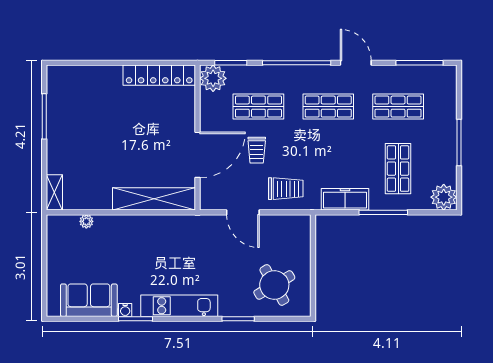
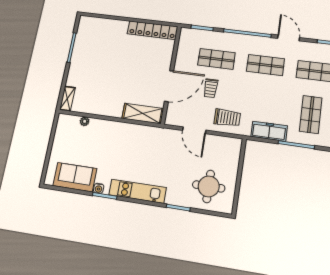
plant: (213, 78) -> (188, 37), removed
shelving: (154, 199) -> (143, 113), width x0.68
round table: (274, 285) -> (209, 186), turned 30

